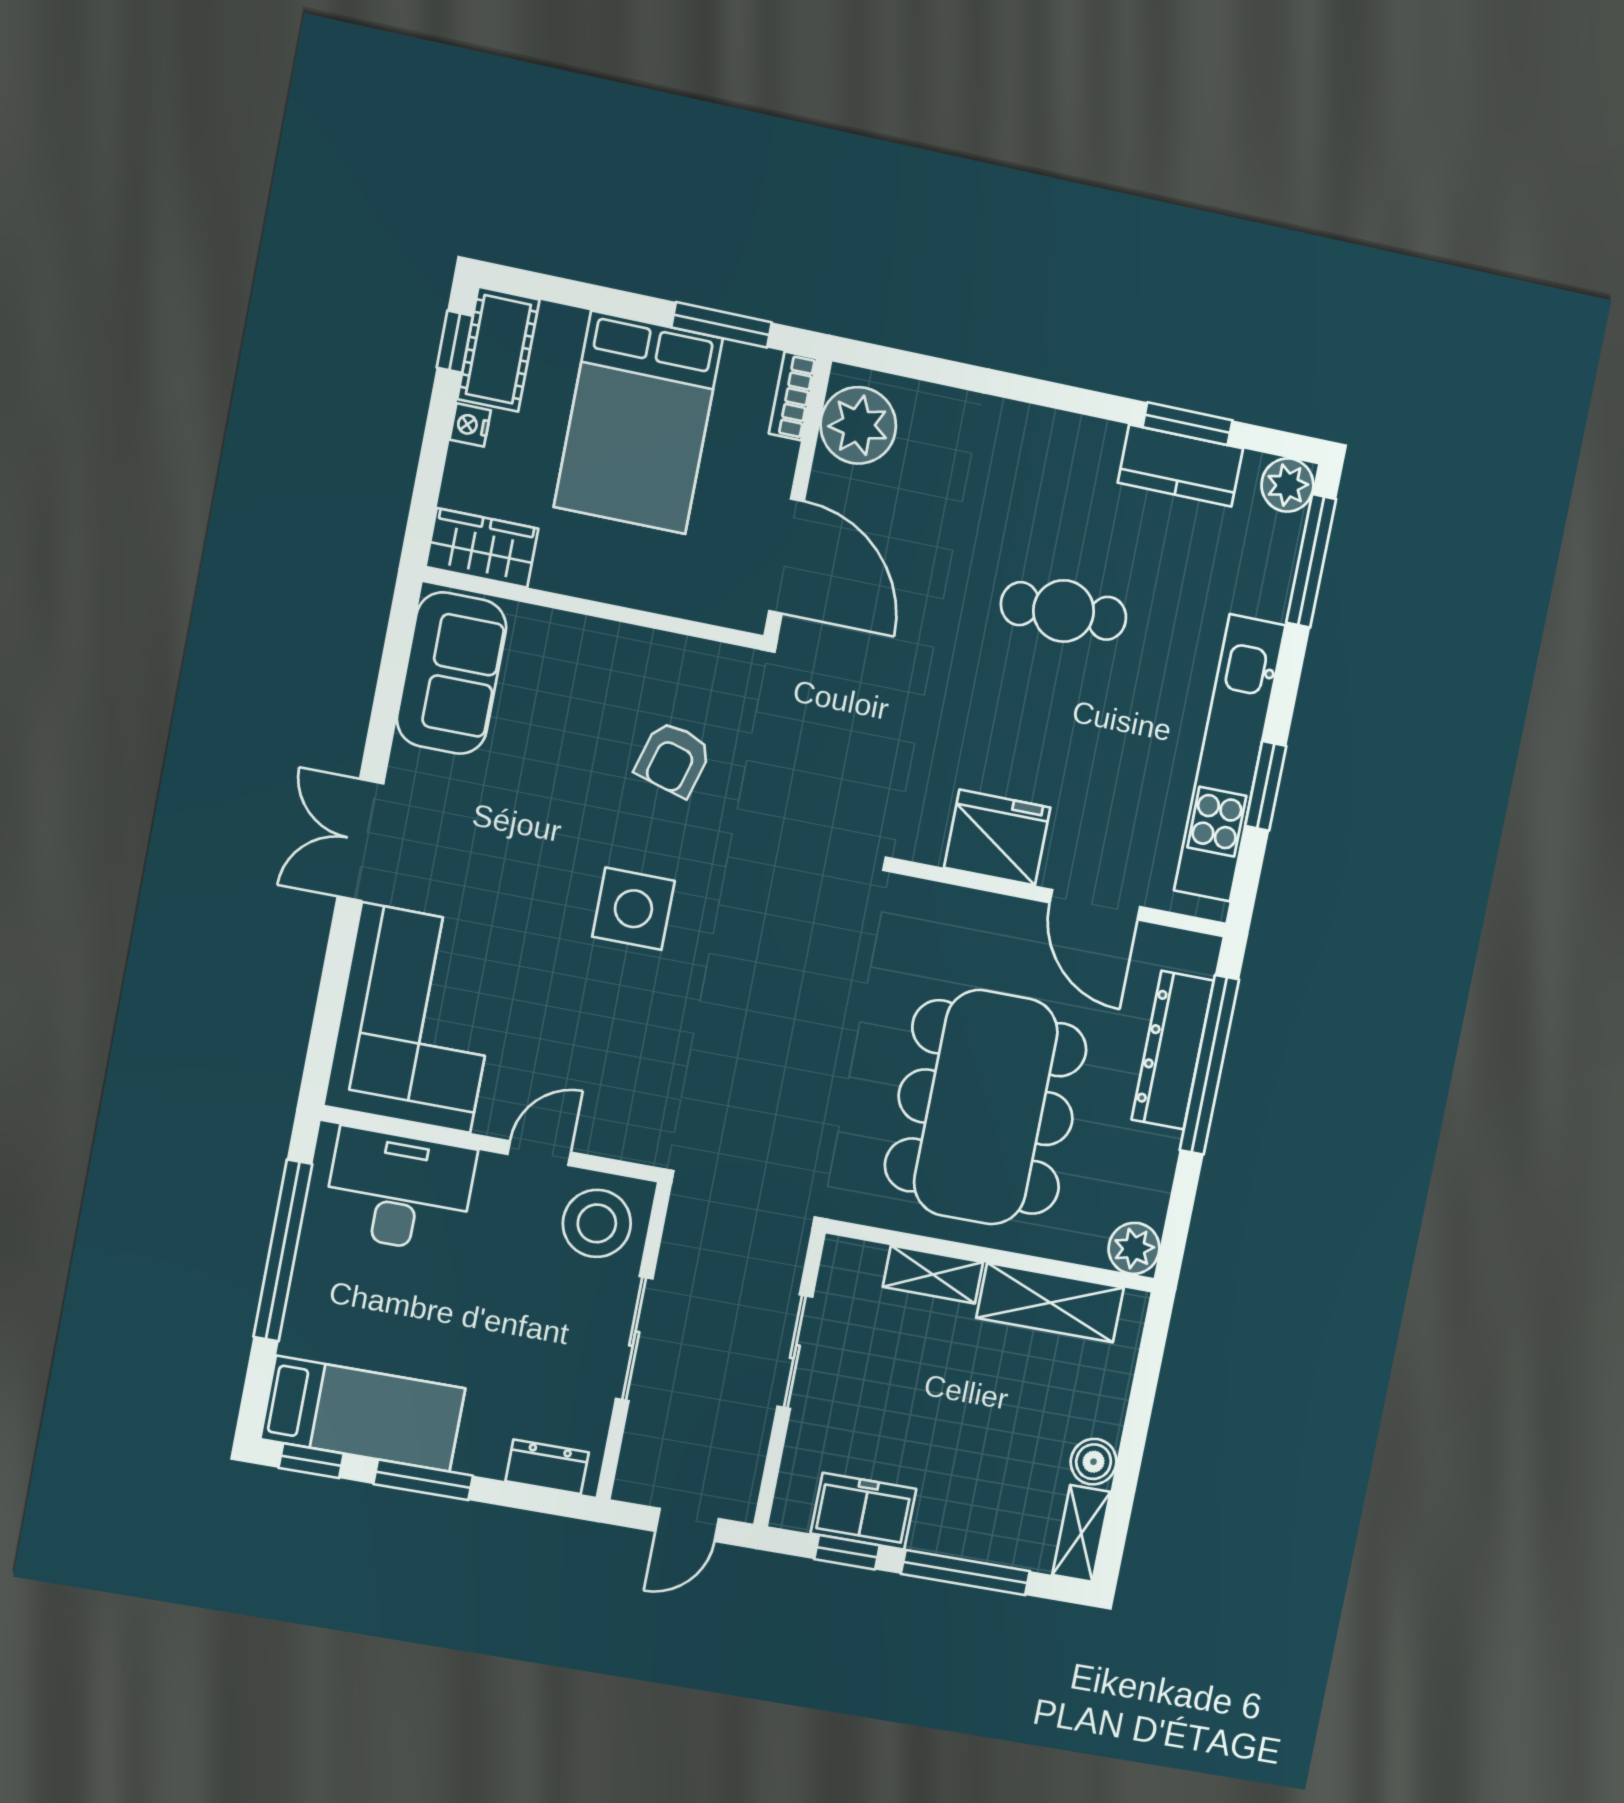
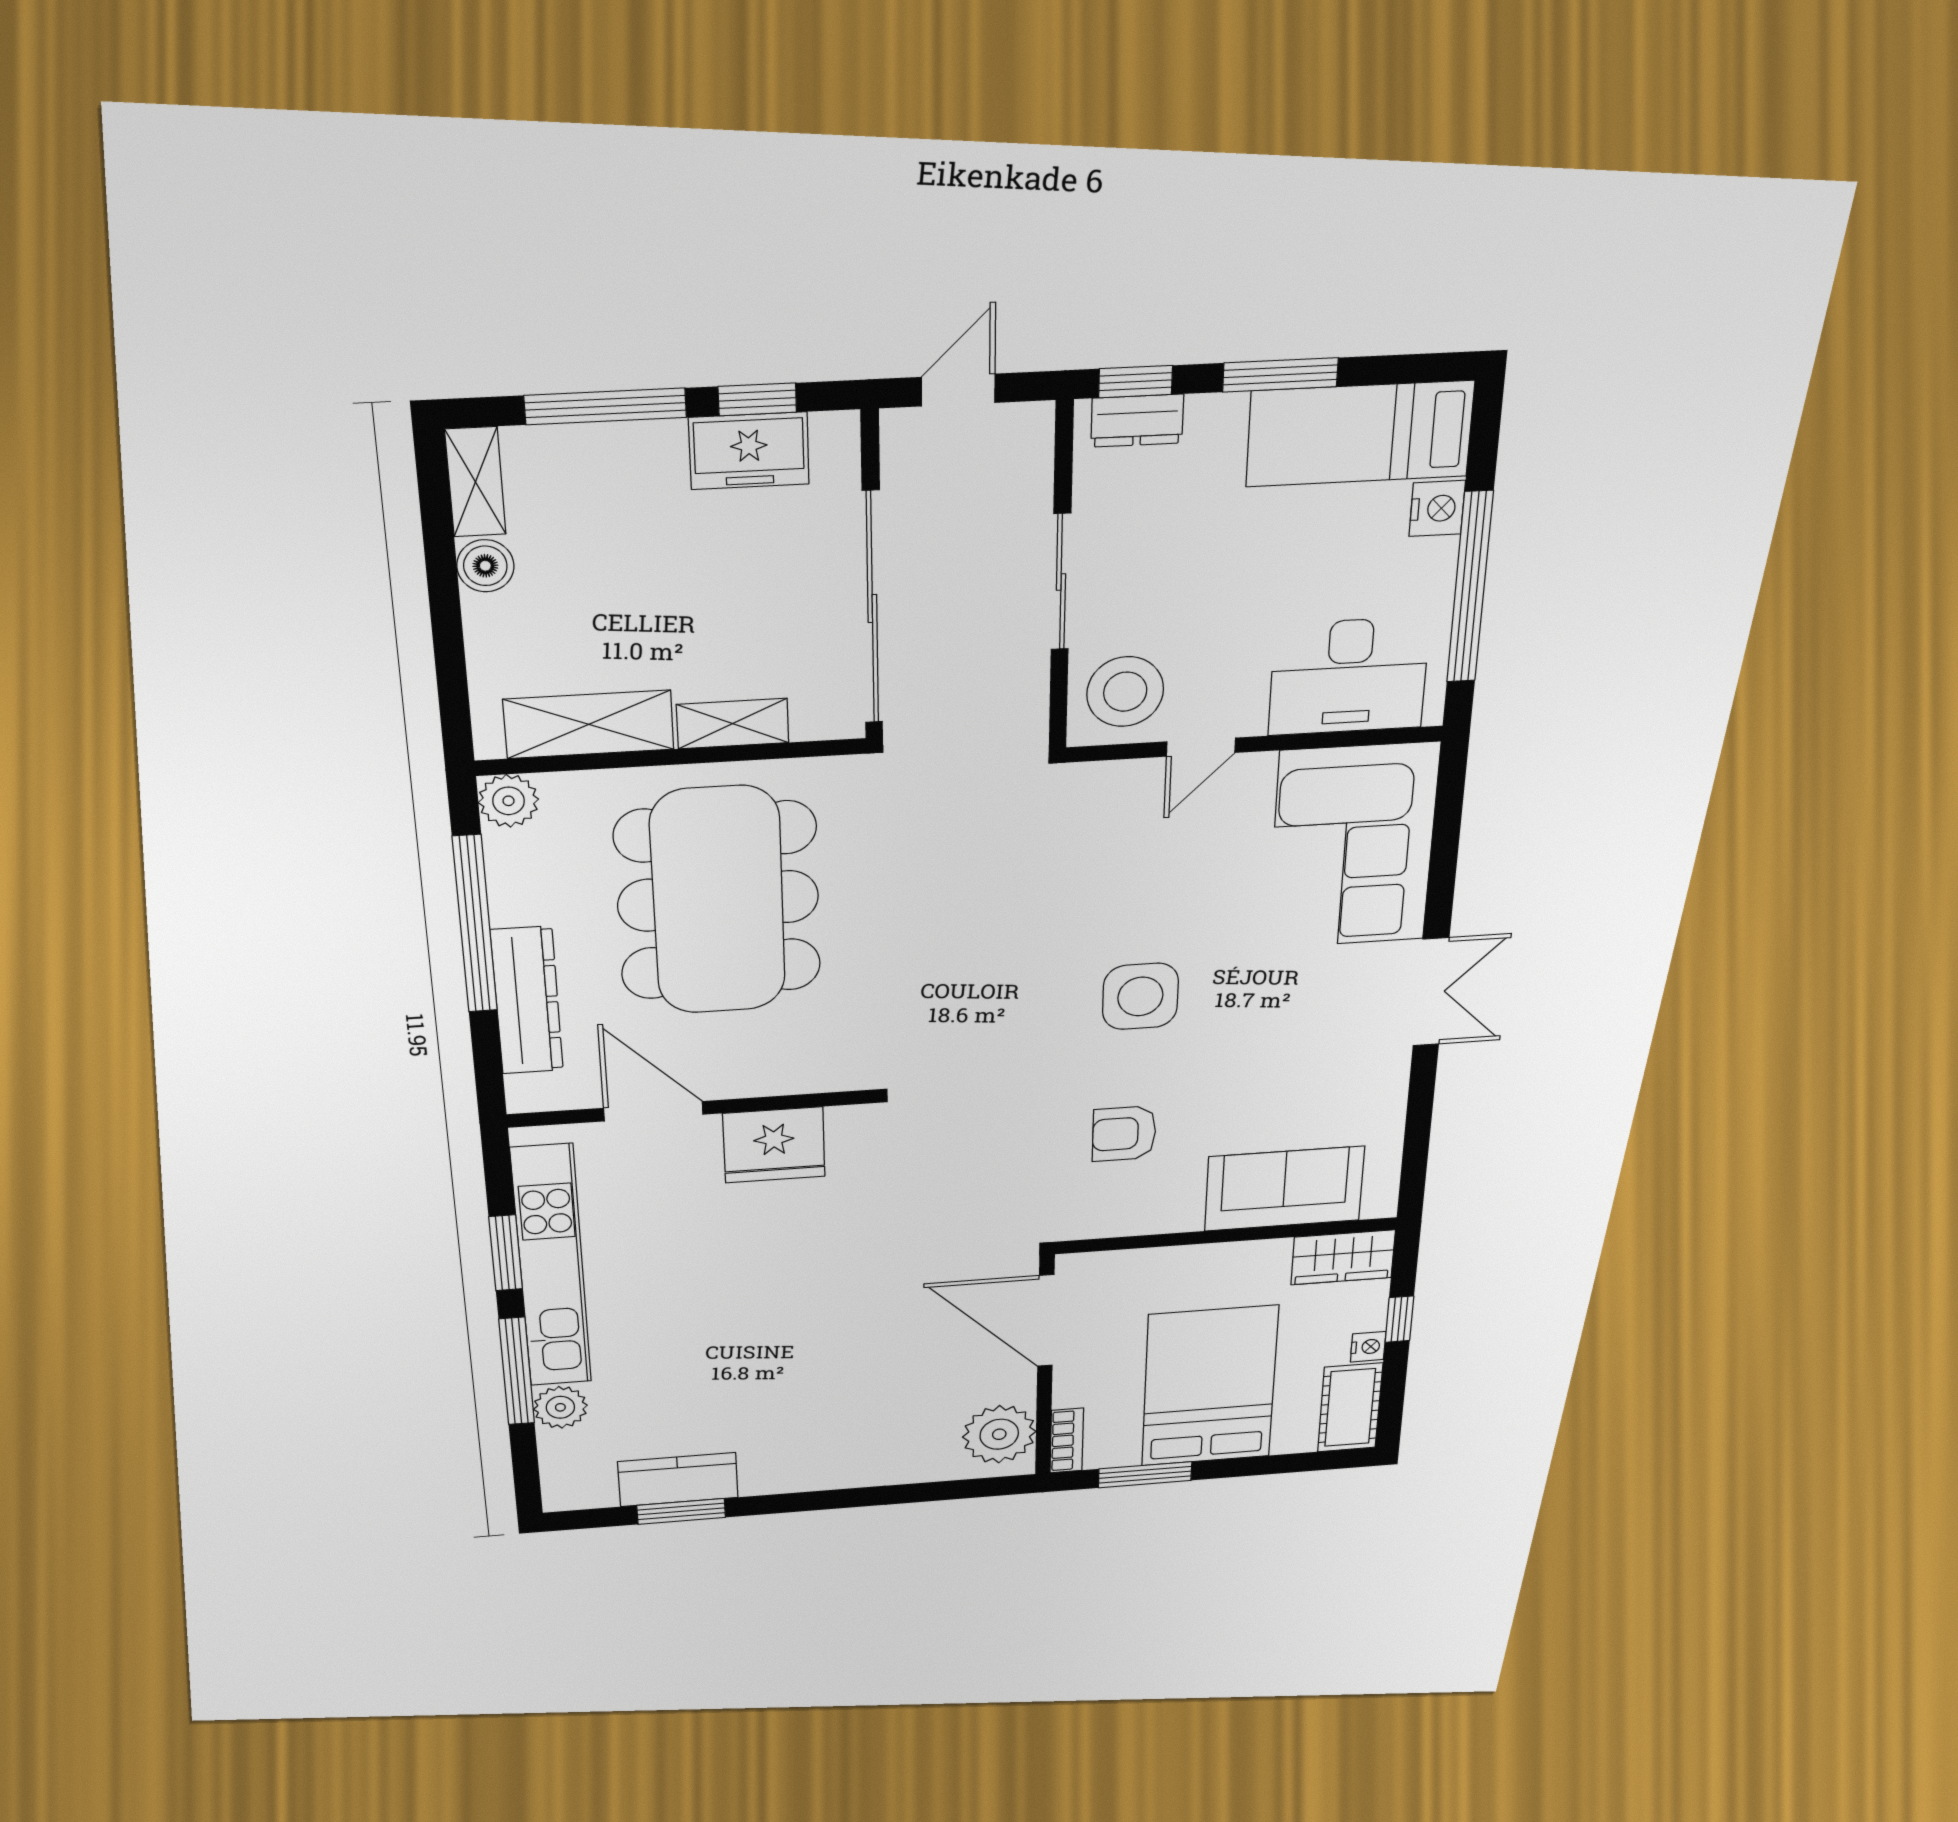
window: (455, 342) -> (1399, 1319), moved
plant: (1287, 485) -> (560, 1407), moved
window: (1311, 561) -> (517, 1371), moved
cafe table: (1064, 611) -> (760, 1344), removed
sofa: (452, 673) -> (1284, 1189), moved, turned 90
armchair: (673, 759) -> (1124, 1134), turned -106
window: (1209, 1065) -> (475, 924), moved
nightstand: (304, 1331) -> (1437, 508), added
sliding door: (795, 1352) -> (872, 608), width x1.86
window: (311, 1461) -> (1136, 382), moved

